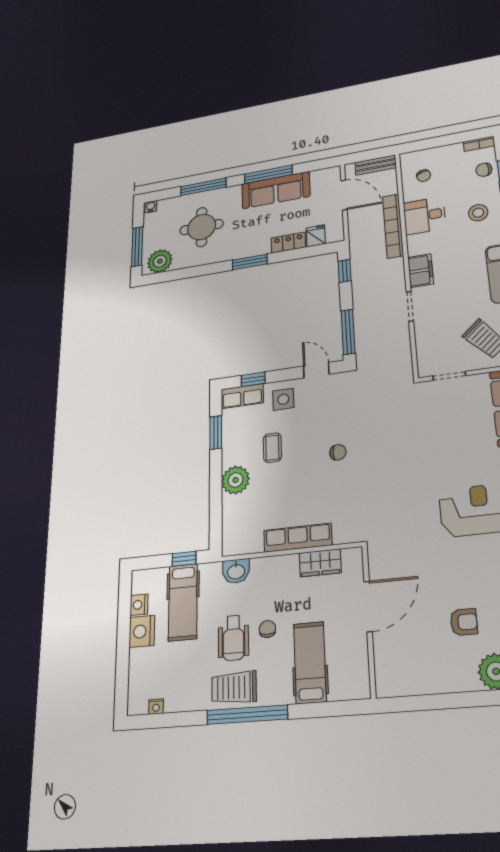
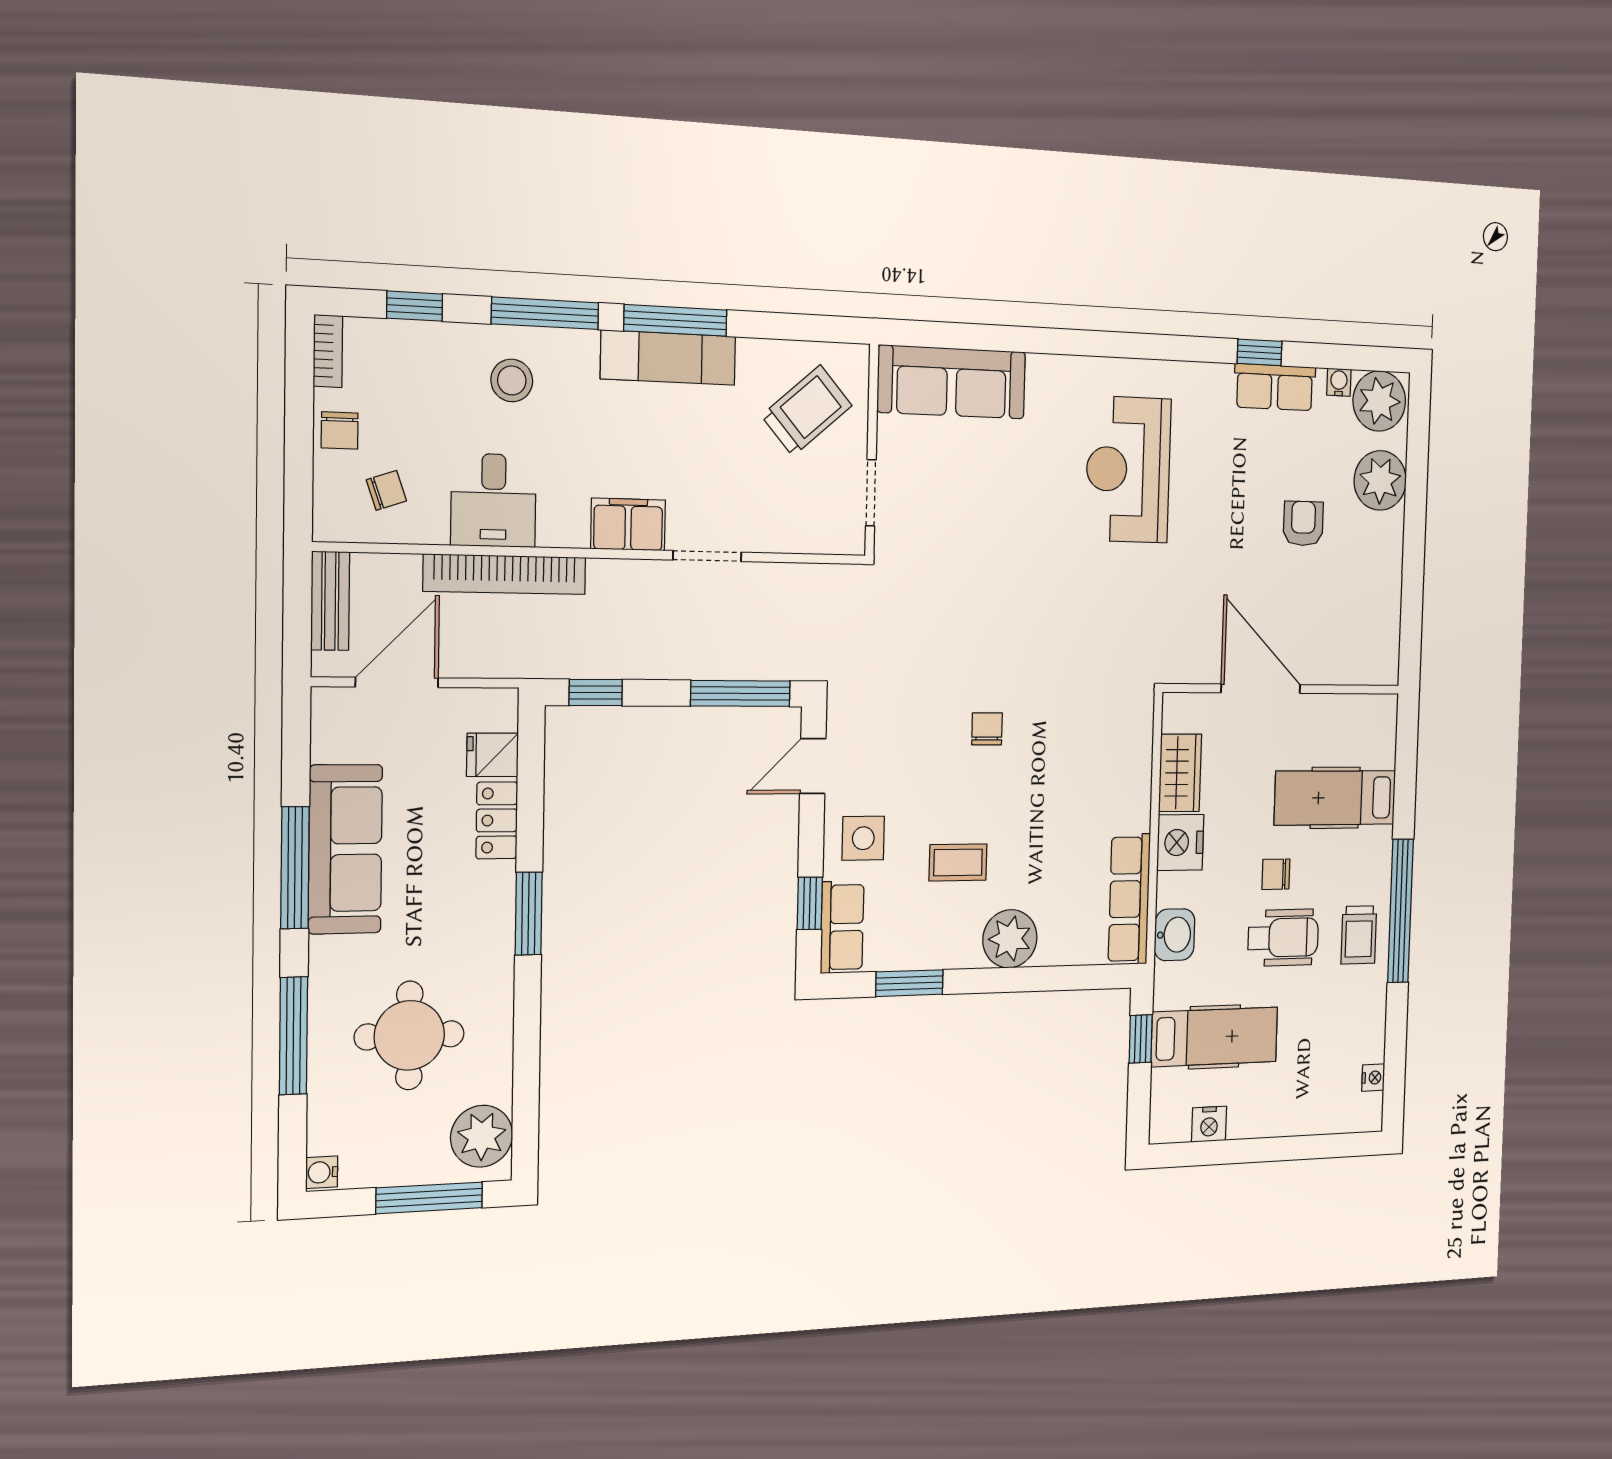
chair: (484, 170) -> (340, 430), moved
row of seats: (298, 538) -> (1129, 899), moved
nightstand: (142, 631) -> (1180, 842), moved, turned 90
trolley: (234, 688) -> (1359, 935), width x0.73, depth x0.72

